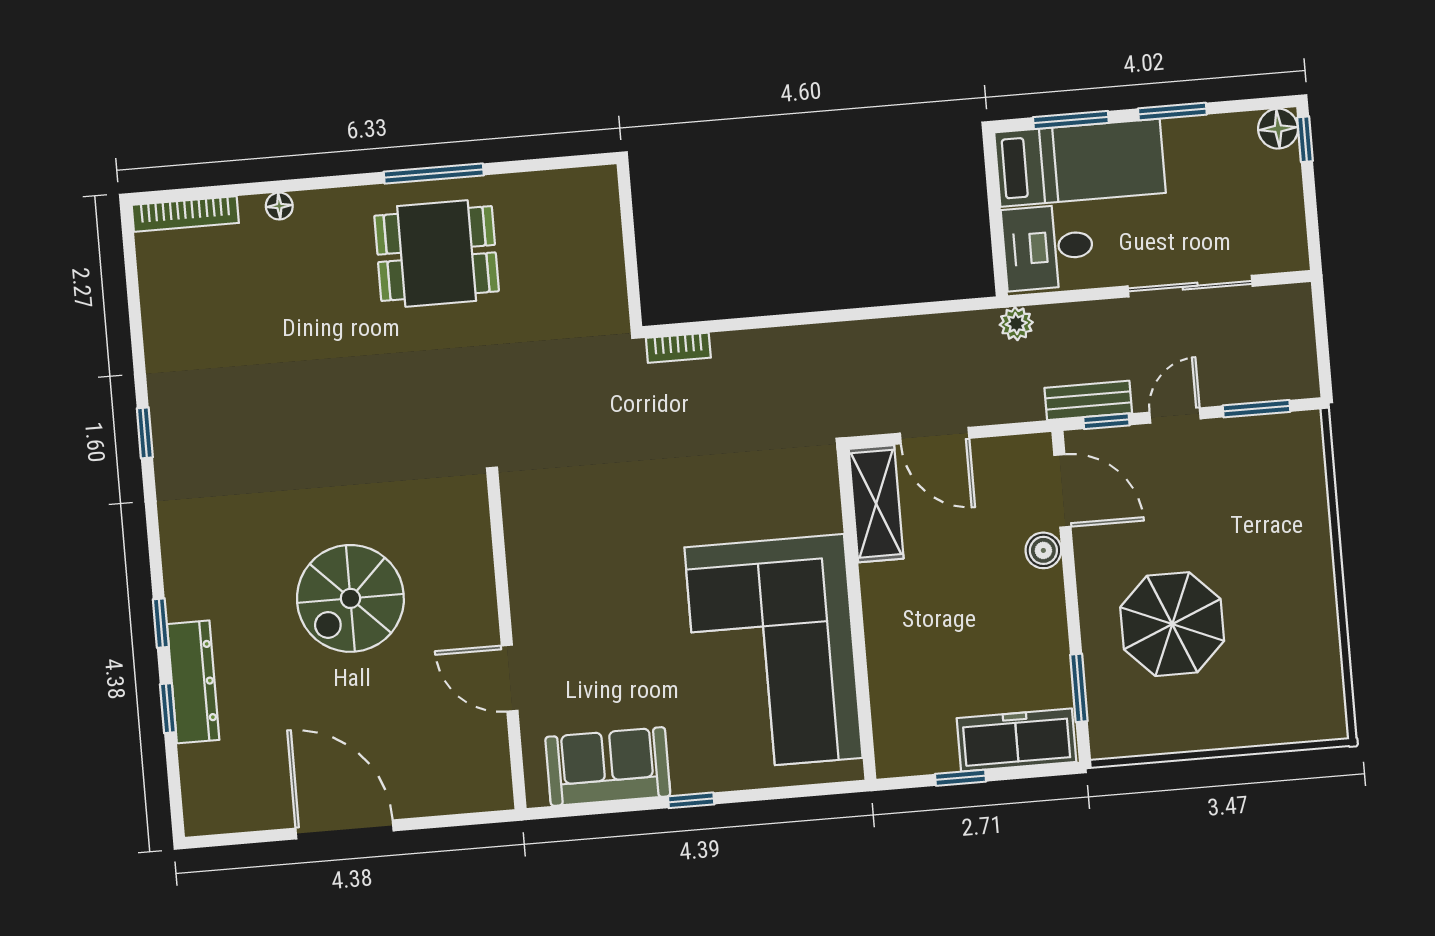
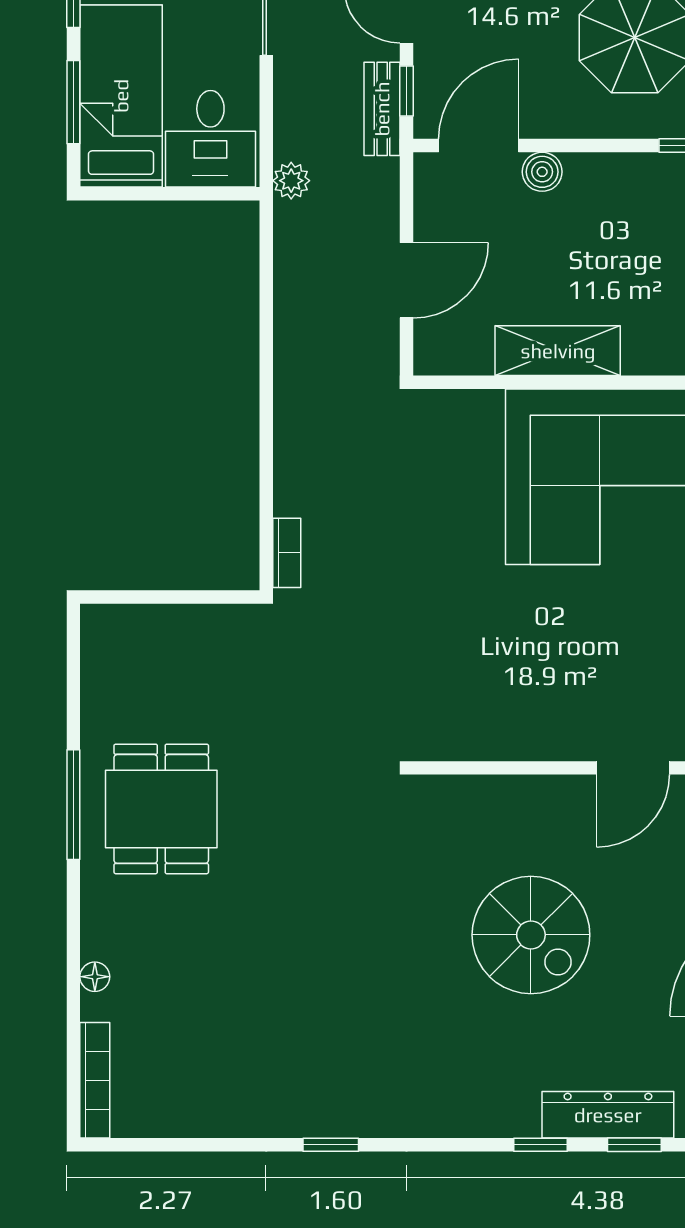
shelving: (876, 504) -> (558, 351), moved

